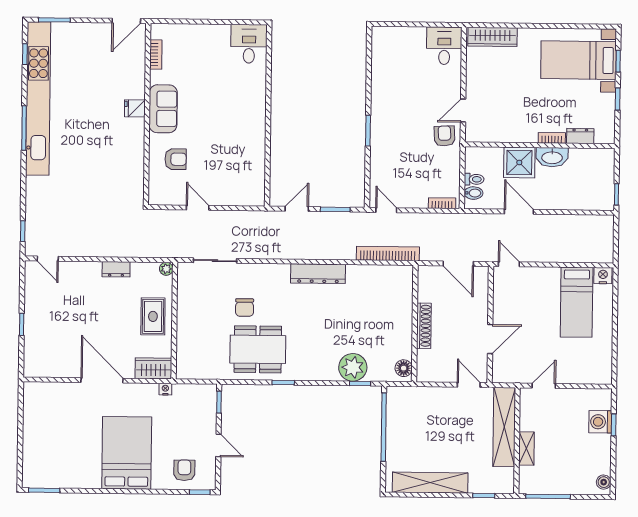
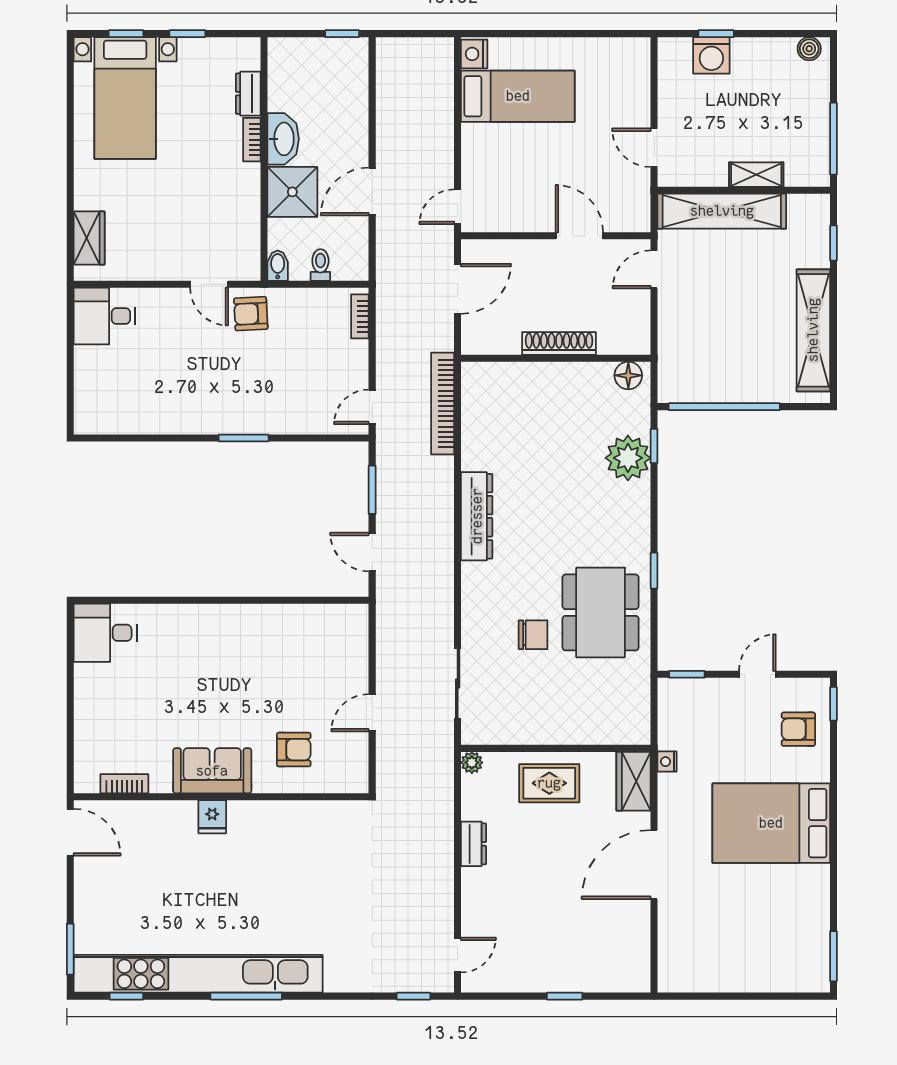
wardrobe: (492, 37) -> (89, 238), width x0.67
armchair: (176, 159) -> (294, 750), turned 90
bidet: (473, 193) -> (278, 266), moved

